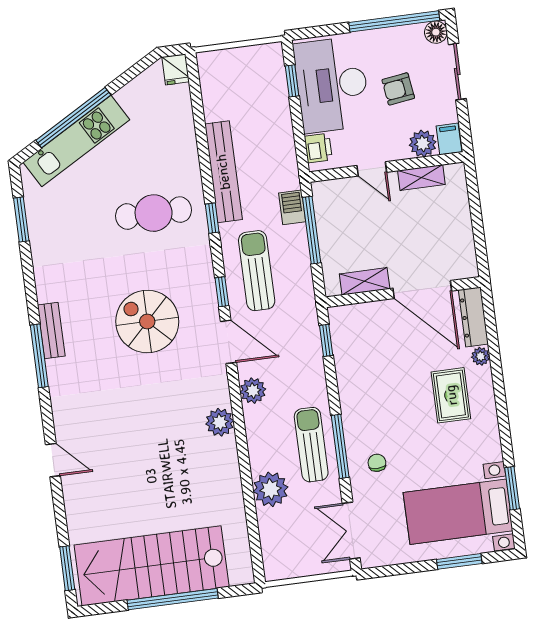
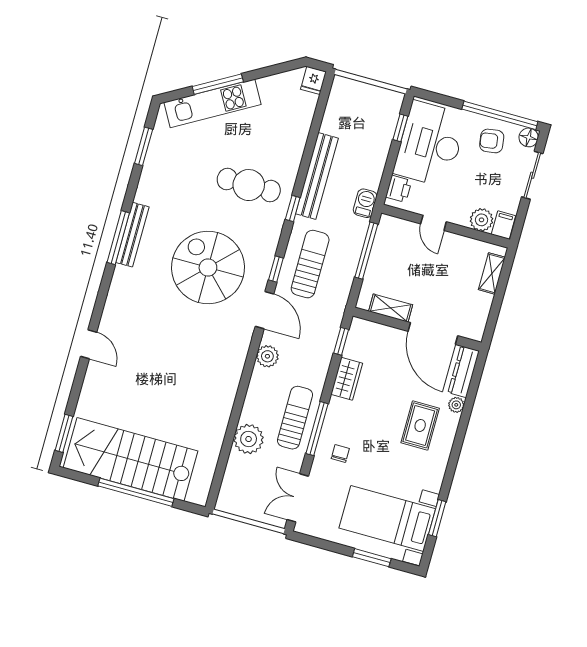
armchair: (398, 89) -> (492, 141), moved
window: (73, 118) -> (218, 84), width x0.68
shelving: (421, 178) -> (492, 273), moved, turned 90
barbecue: (292, 207) -> (365, 203), moved
spiral stairs: (147, 322) -> (208, 267), width x1.37, depth x1.37
bench: (51, 330) -> (132, 235), width x1.36
window: (39, 356) -> (118, 238), moved
wardrobe: (349, 379) -> (347, 379), added
plant: (220, 422) -> (231, 370), removed

